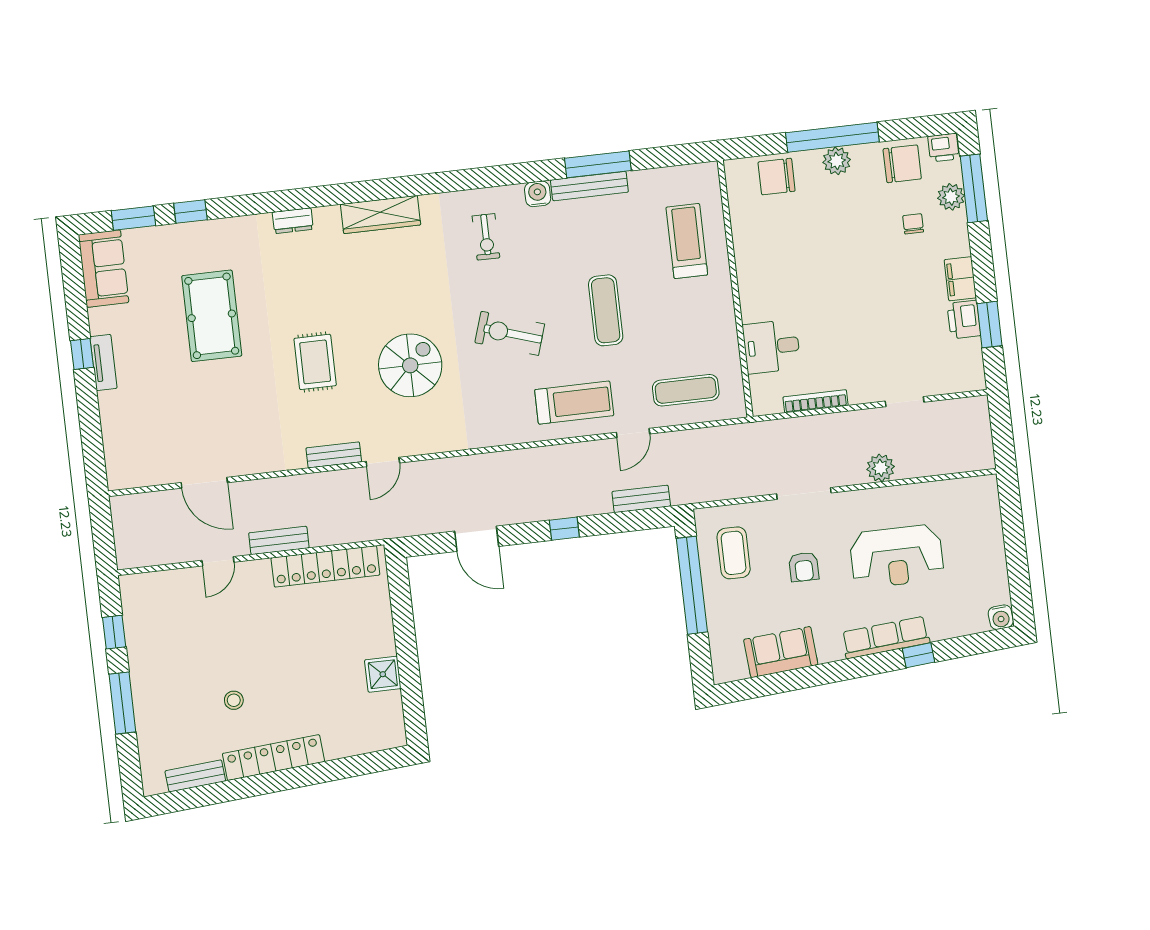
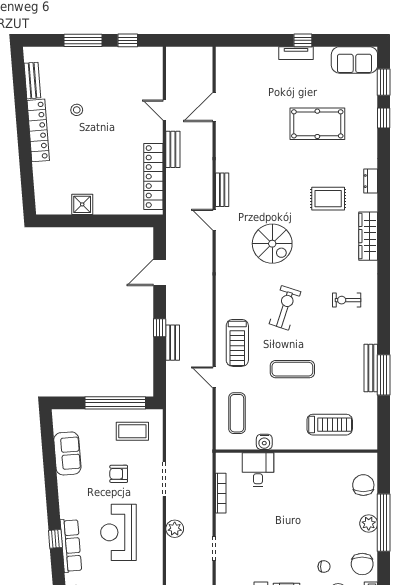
water cooler: (538, 194) -> (264, 442), moved, turned 90
rug: (315, 362) -> (328, 199), moved
bench: (641, 499) -> (173, 343), moved
row of seats: (886, 638) -> (71, 546), moved

